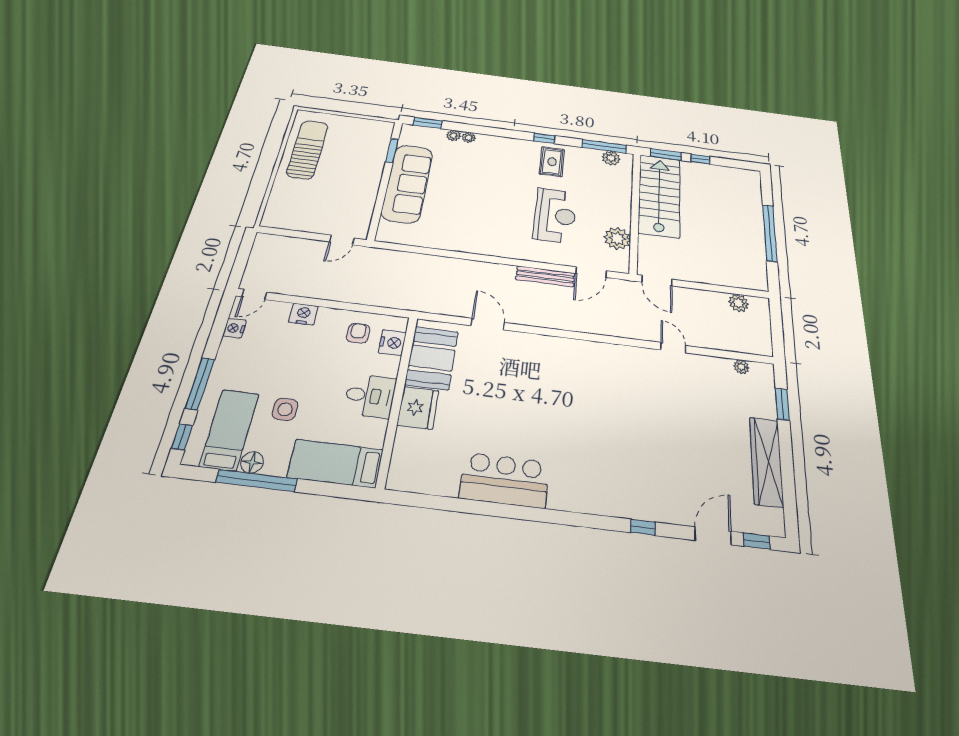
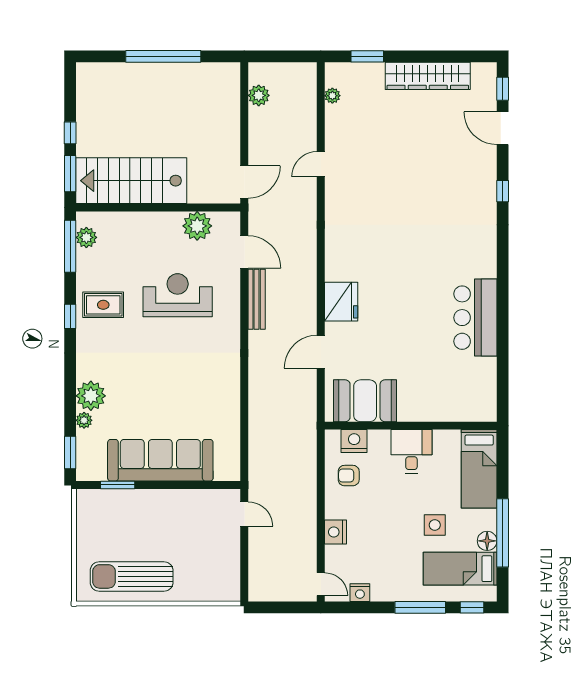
plant: (469, 137) -> (91, 396), width x1.88, depth x1.88
fridge: (418, 408) -> (341, 302), moved, turned 90

